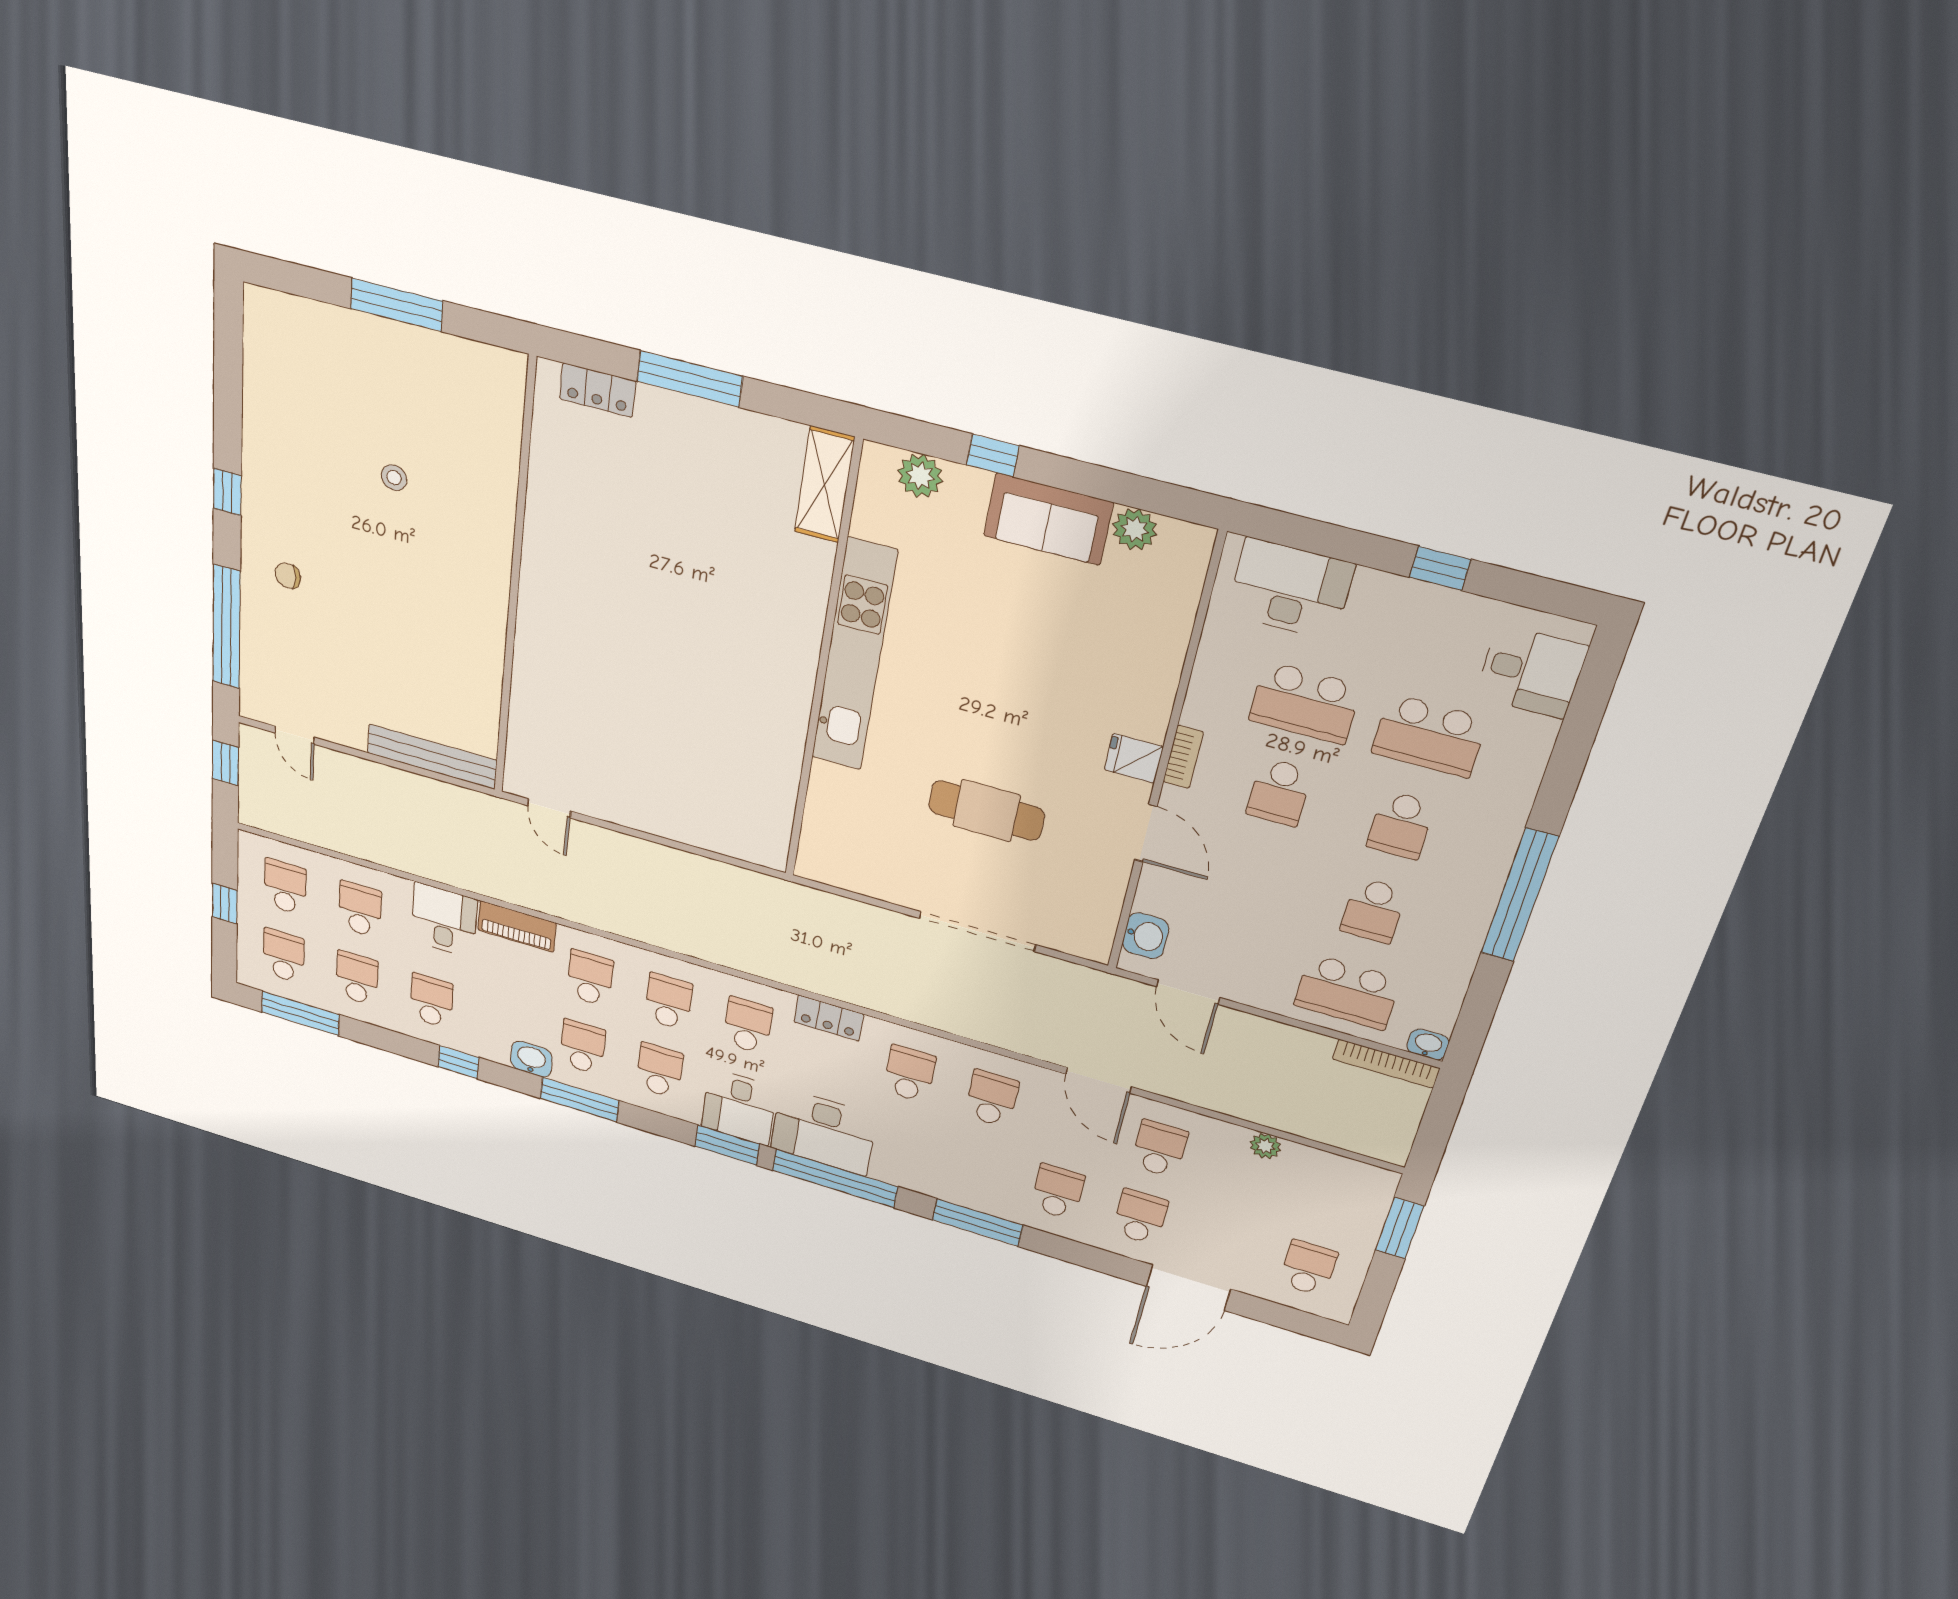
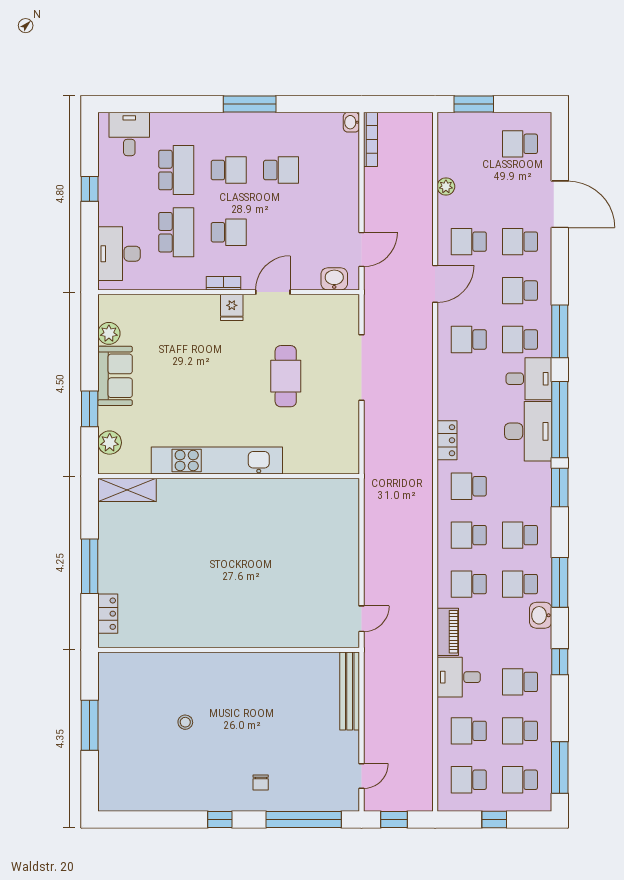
window: (993, 455) -> (90, 409), width x1.50
window: (1519, 895) -> (250, 104), width x0.68
school desk: (1347, 992) -> (334, 170), removed
school desk: (909, 1074) -> (520, 339), moved
desk: (739, 1107) -> (529, 379), moved

